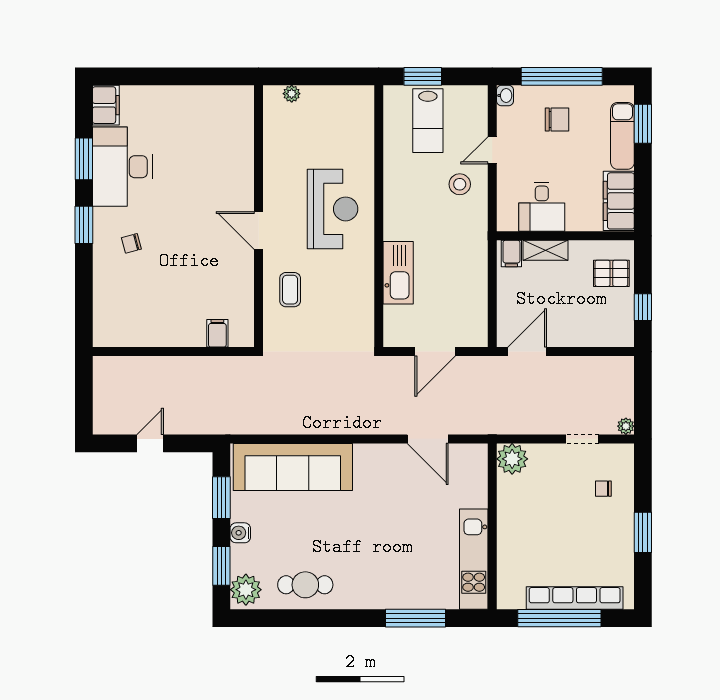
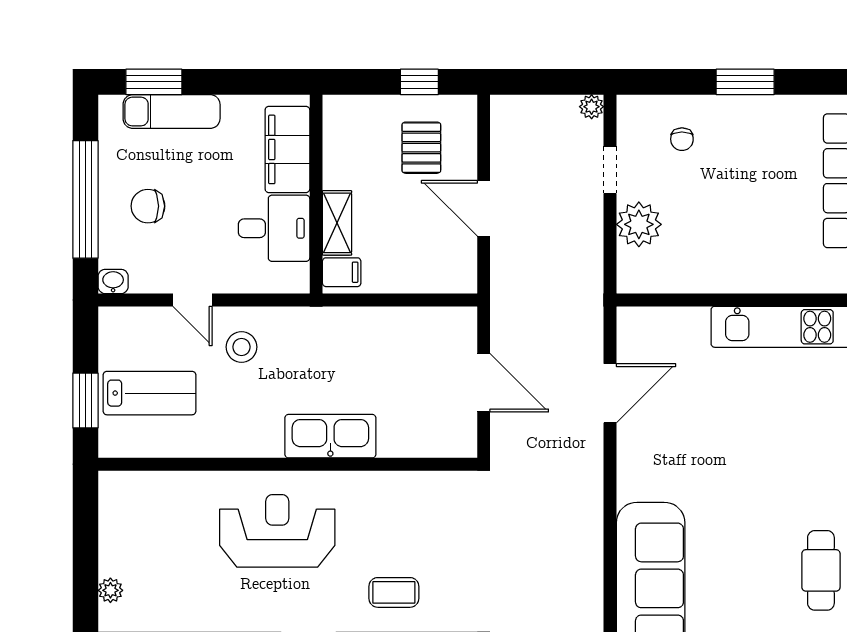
chair: (557, 120) -> (148, 206), turned -90
filing cabinet: (619, 201) -> (287, 149), moved, turned 90
kitchen sink: (398, 273) -> (330, 436), moved
pallet: (611, 273) -> (421, 148), moved
door: (527, 352) -> (484, 208), moved
plant: (512, 459) -> (639, 224), moved

